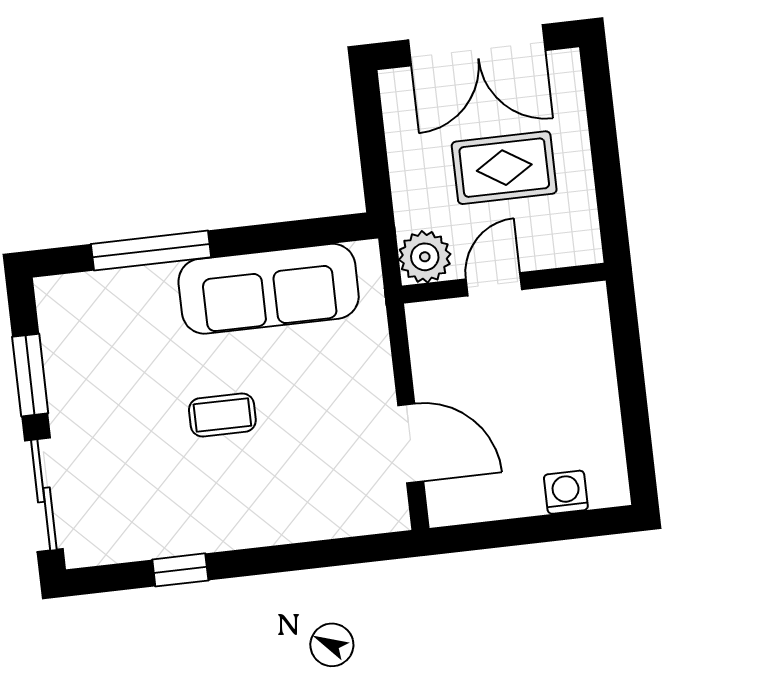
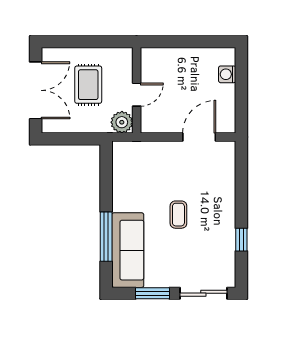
door: (494, 284) -> (137, 95), swing flipped
sofa: (269, 289) -> (128, 250), moved

